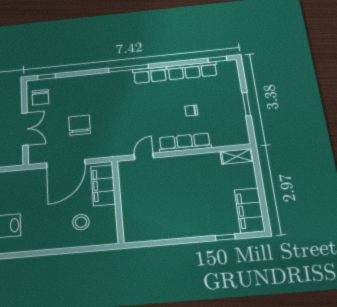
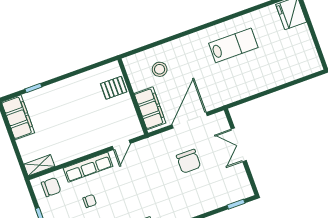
chair: (40, 97) -> (51, 187), moved, turned 90
pallet: (136, 215) -> (114, 88), added

